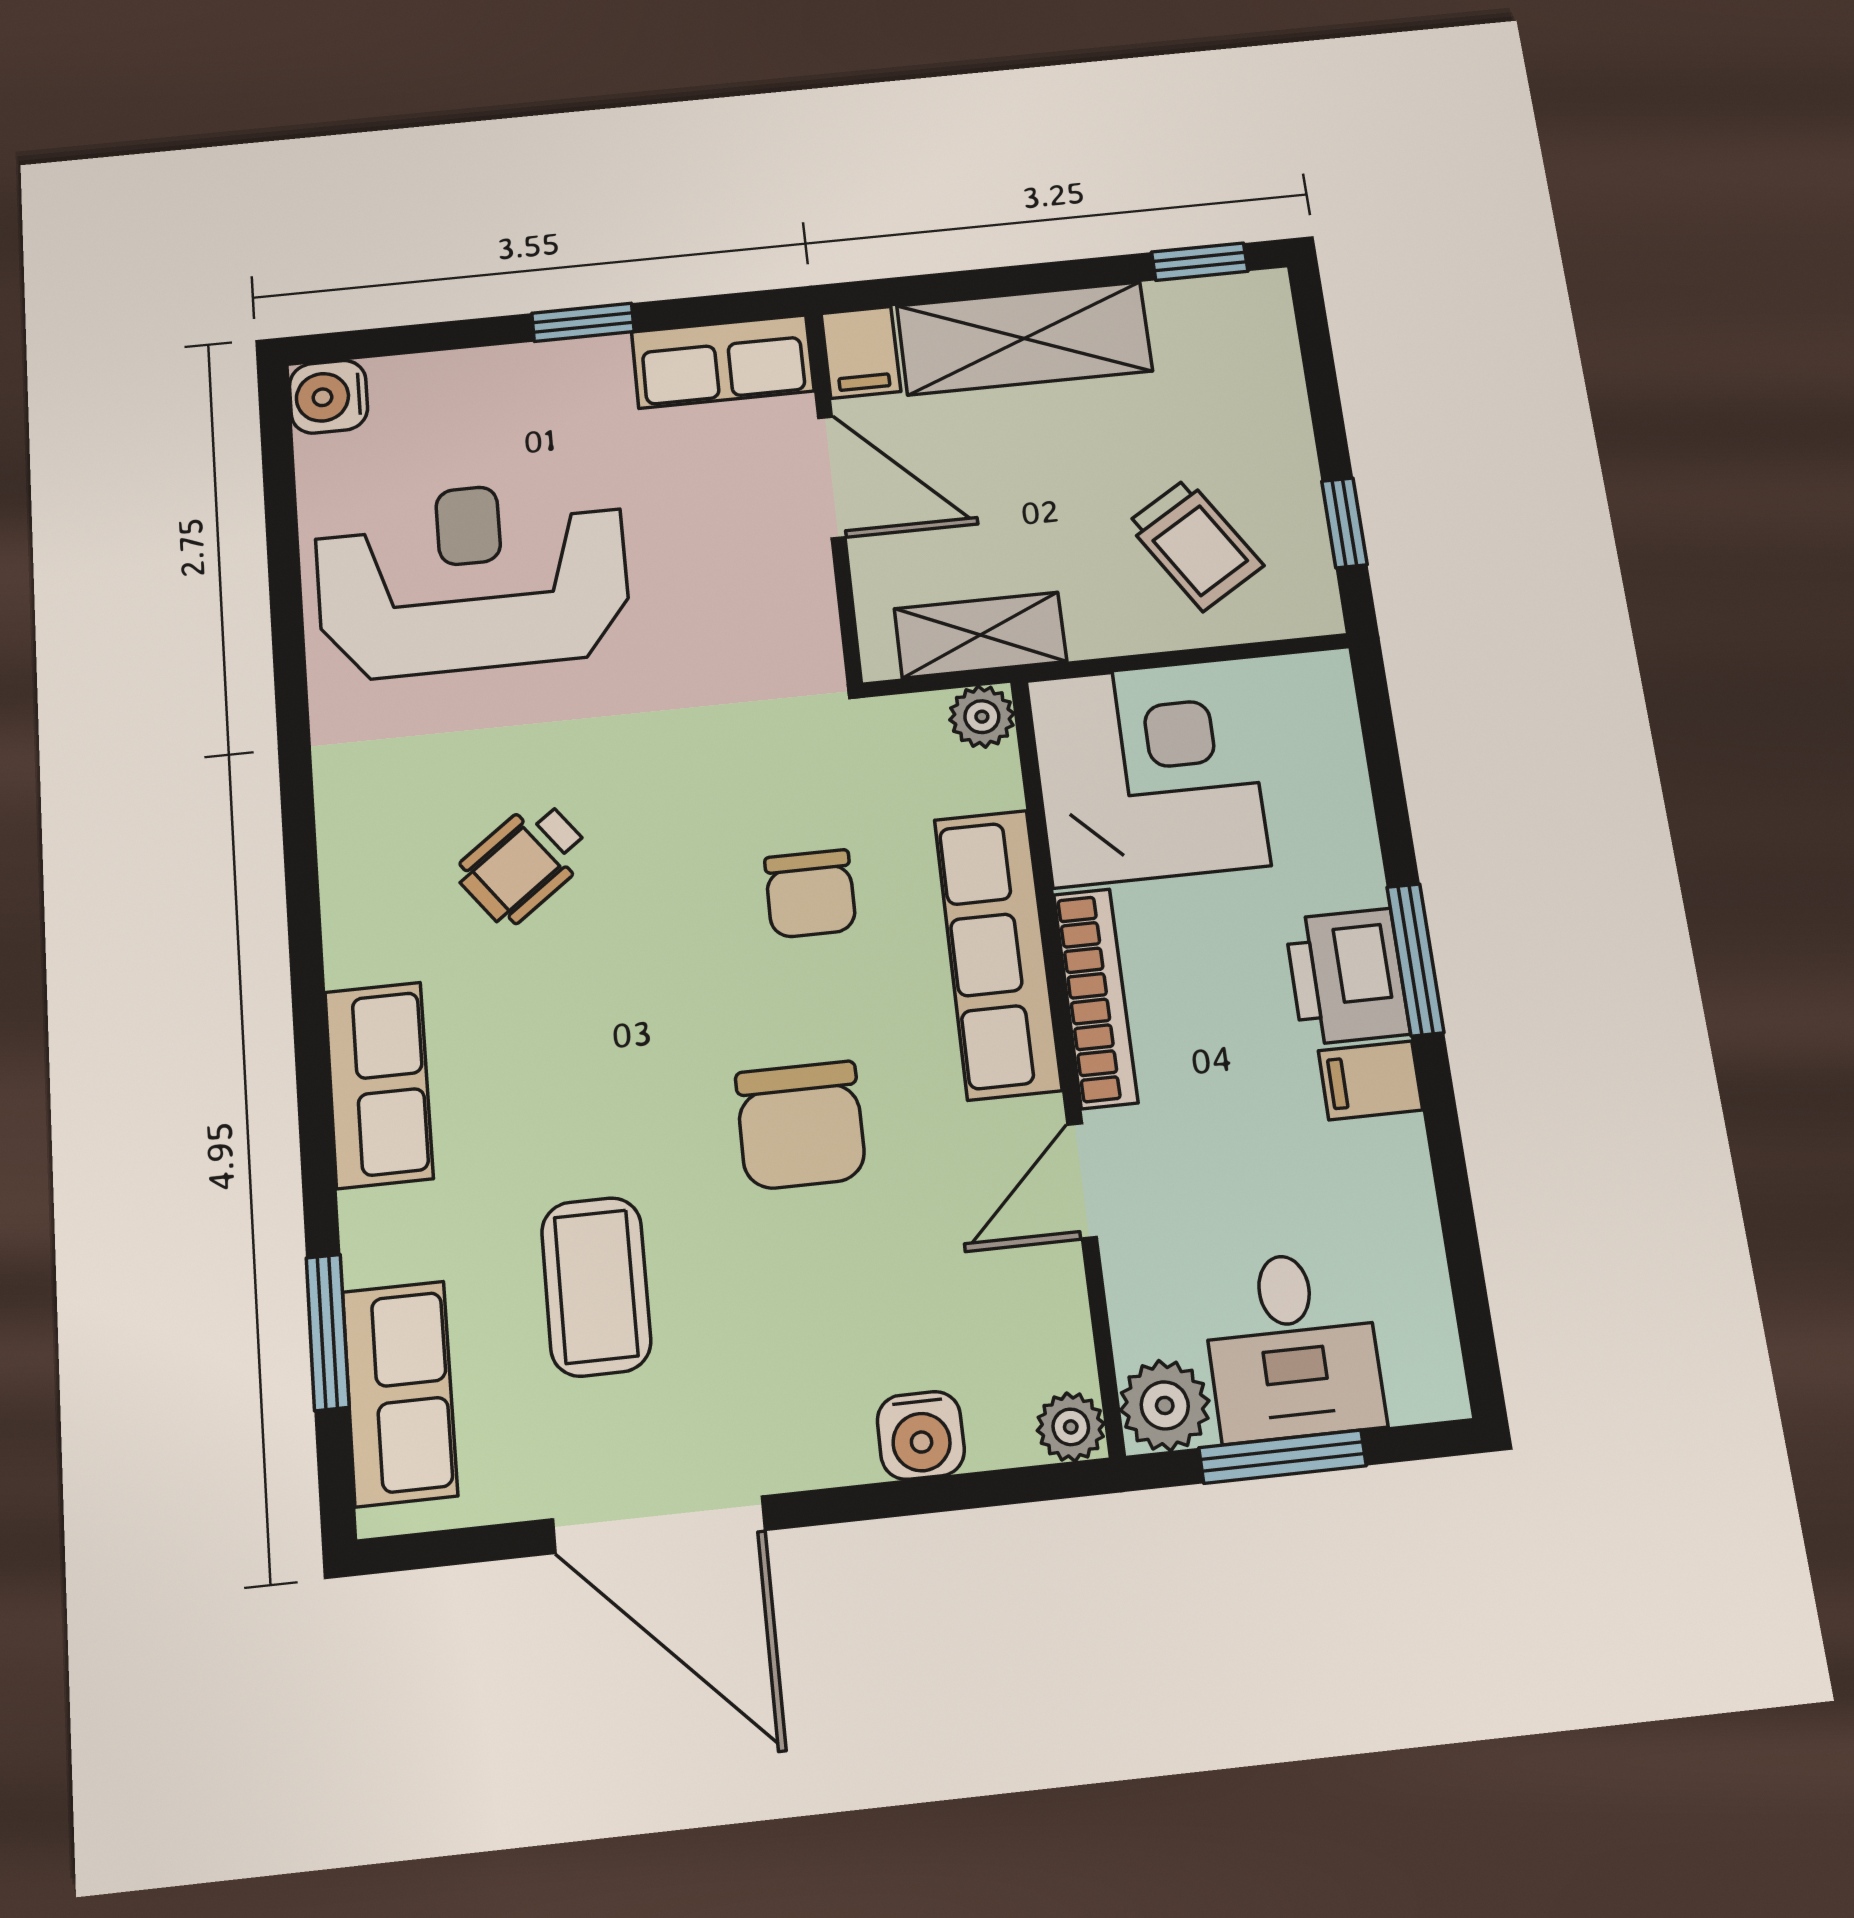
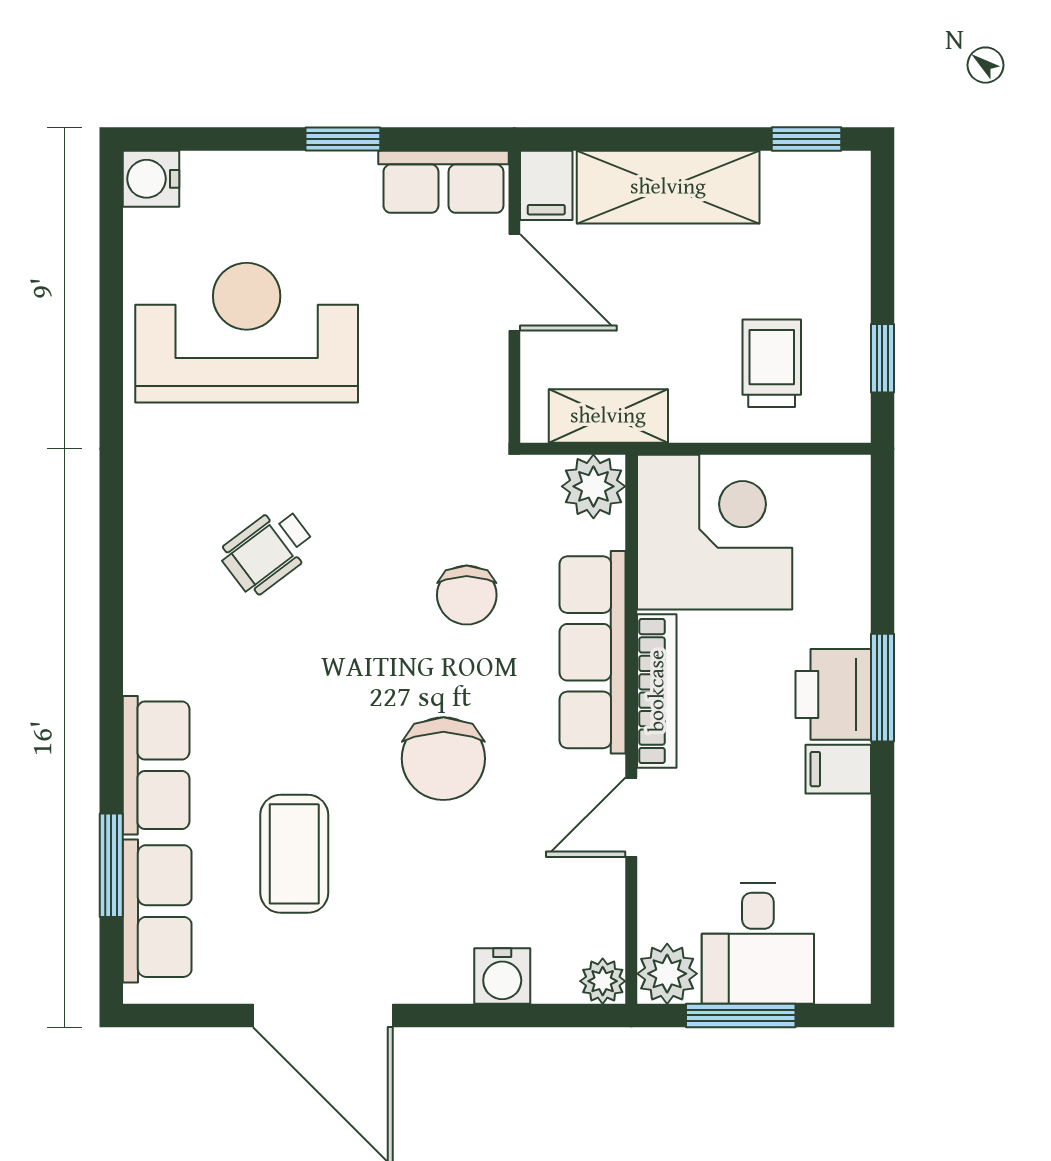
trolley: (1195, 544) -> (772, 363), turned -148
plant: (982, 717) -> (593, 486), width x1.38, depth x1.38
row of seats: (379, 1085) -> (156, 765), moved

